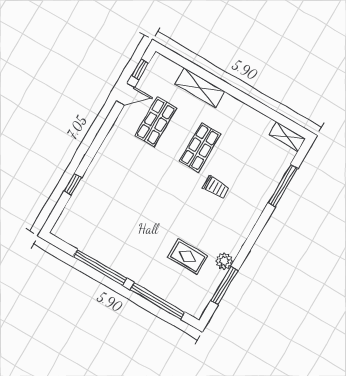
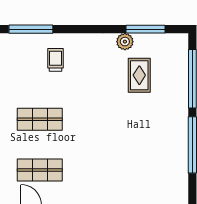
trolley: (216, 187) -> (55, 60), moved

